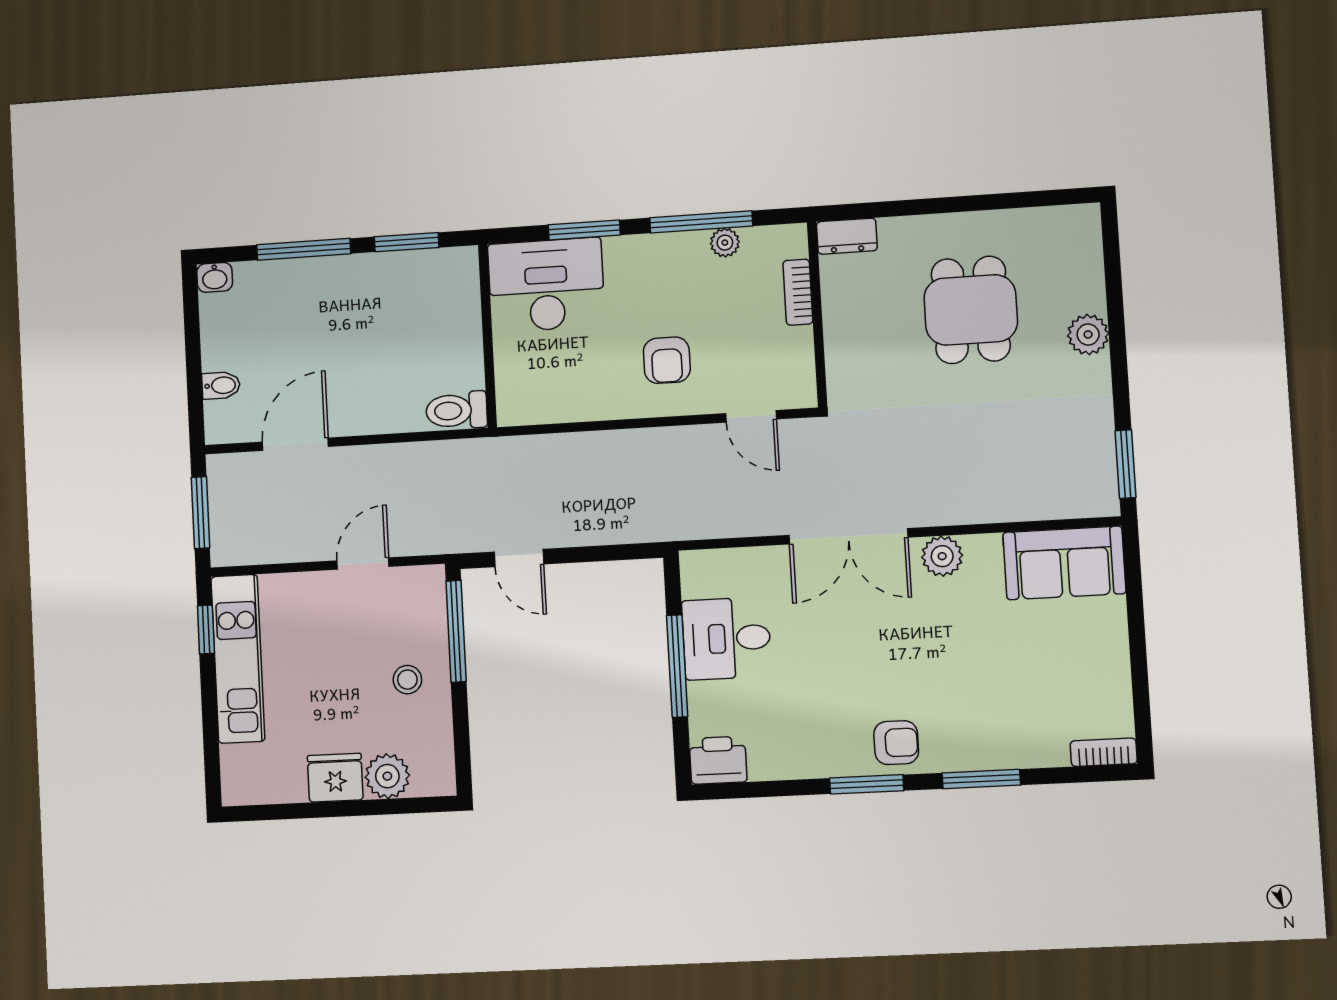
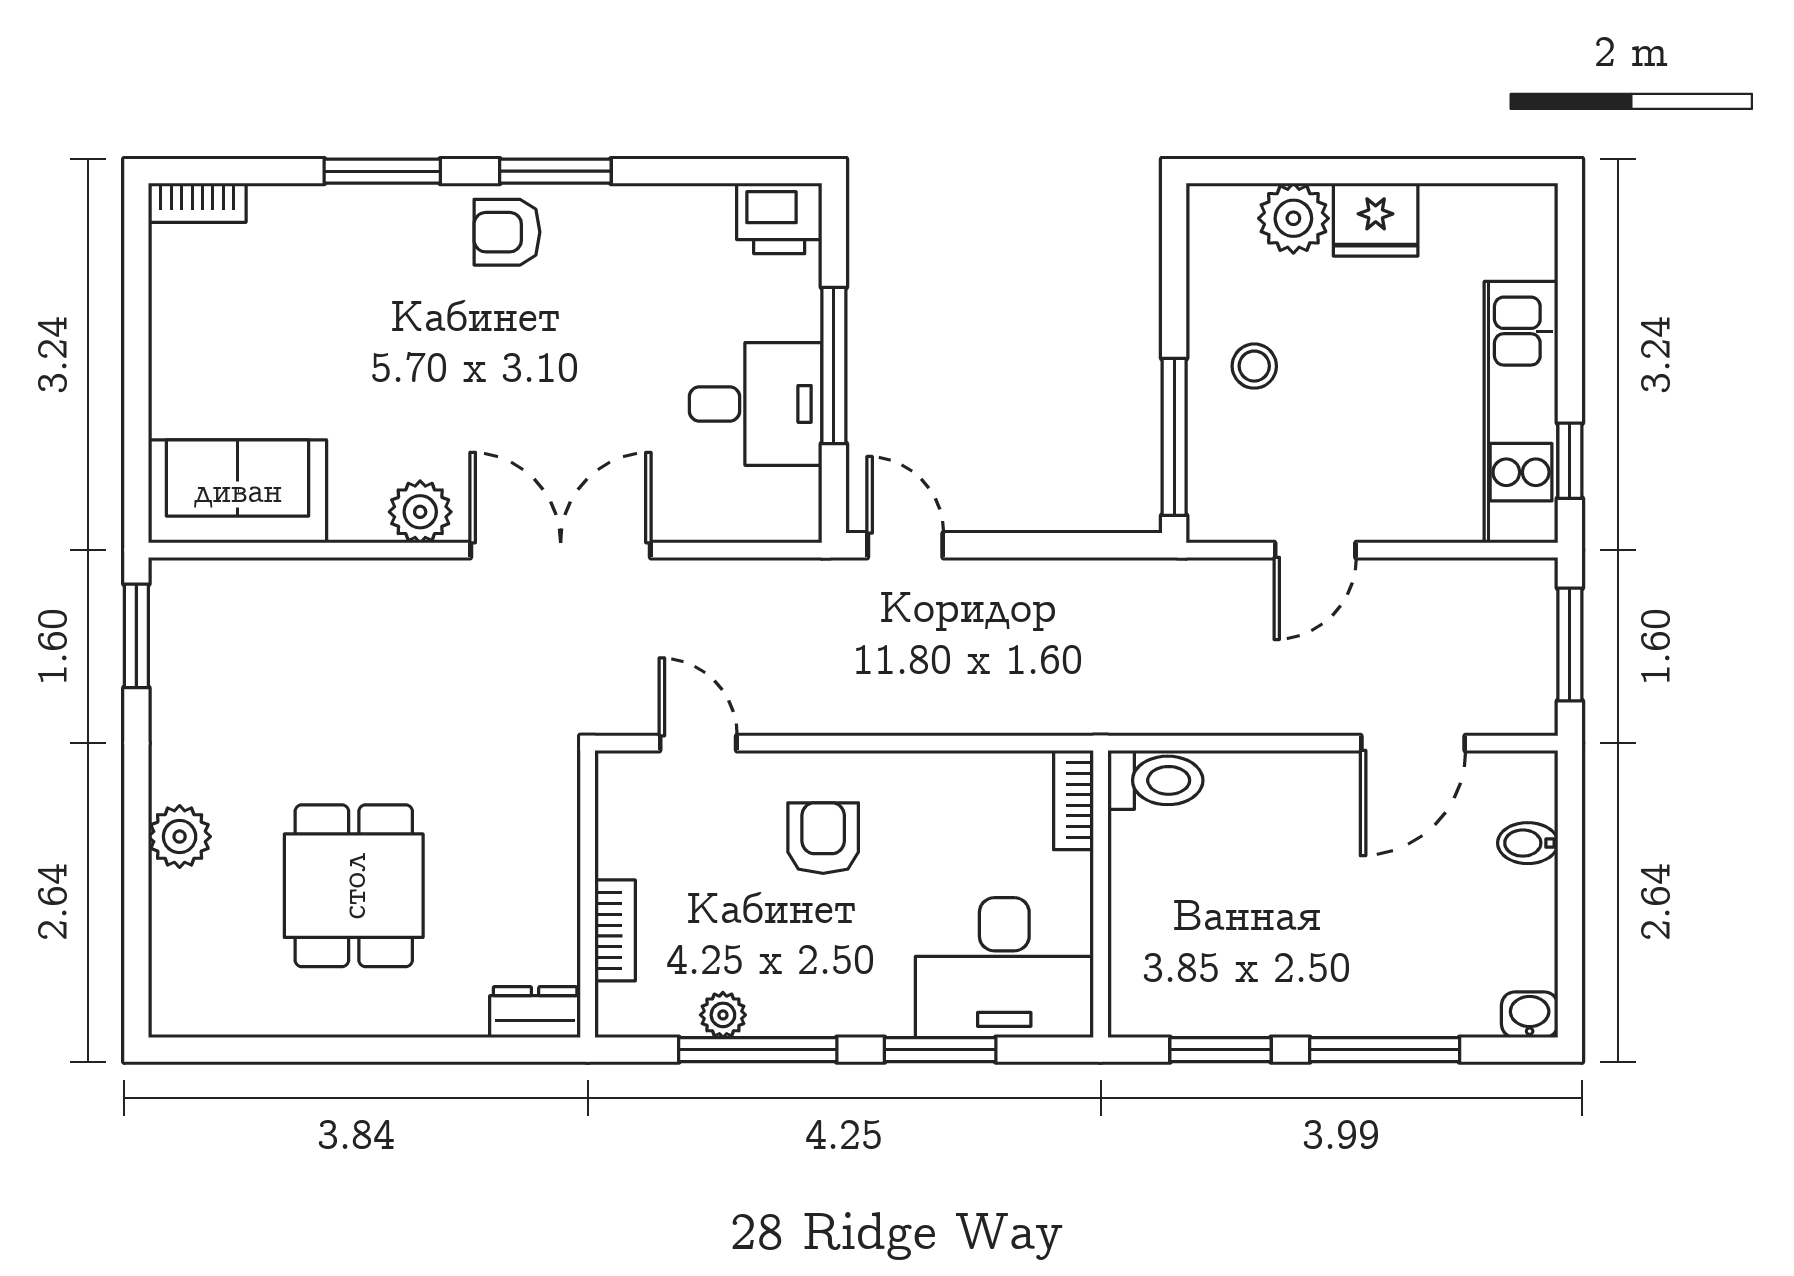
bookcase: (508, 395) -> (1073, 800), added
door: (519, 558) -> (905, 545), moved

